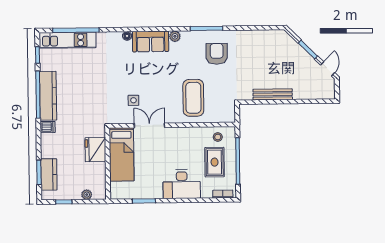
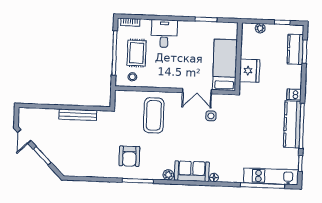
desk: (182, 184) -> (164, 34), width x0.73

